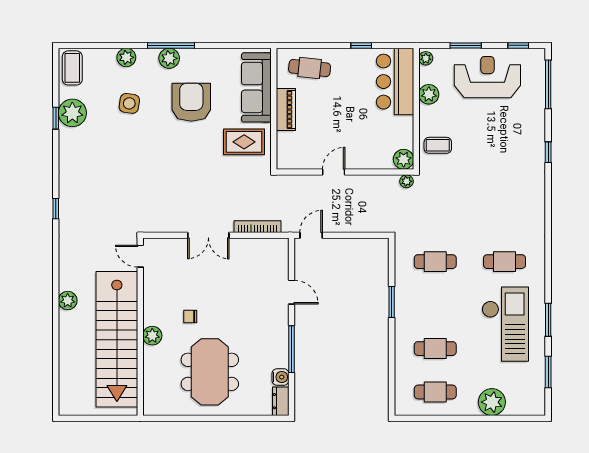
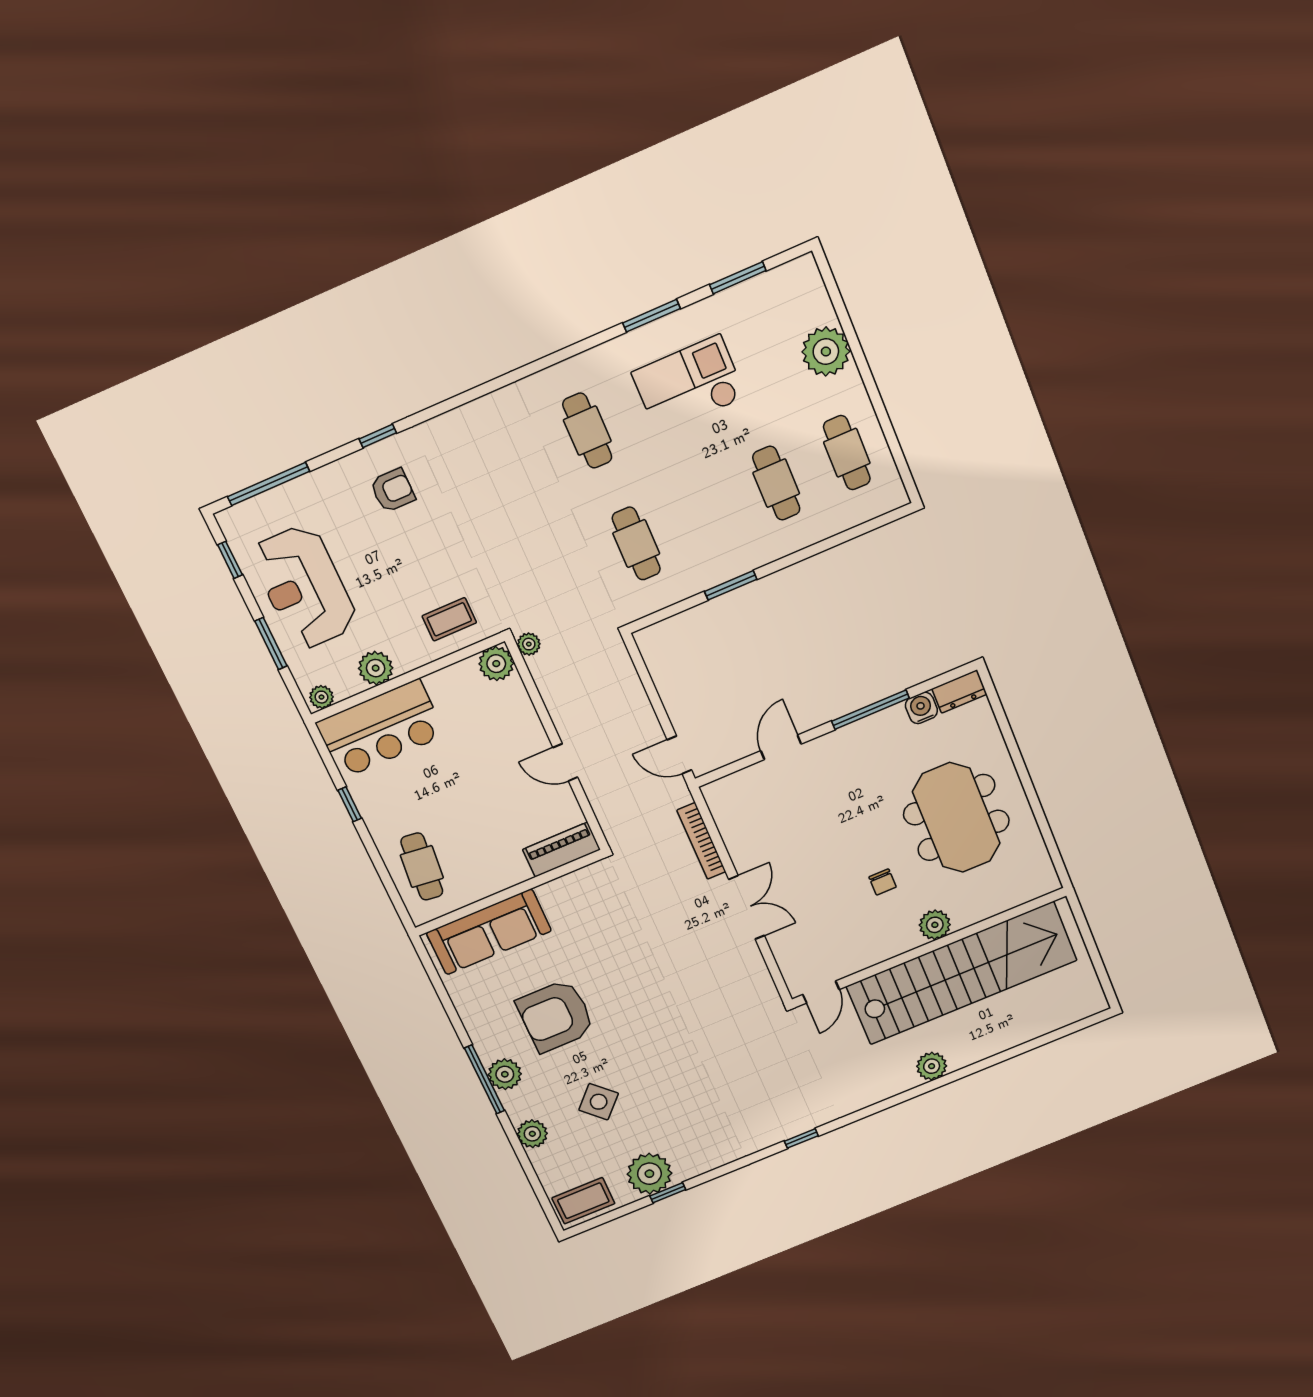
side table: (129, 103) -> (599, 1102), turned 36
piano: (286, 110) -> (561, 850), moved
rug: (244, 142) -> (580, 915), removed
coffee table: (438, 145) -> (449, 619), turned 90
armchair: (517, 147) -> (393, 490), added
checkout: (505, 324) -> (689, 385), width x0.73, depth x0.83
meeting table: (210, 372) -> (956, 818), turned 90

